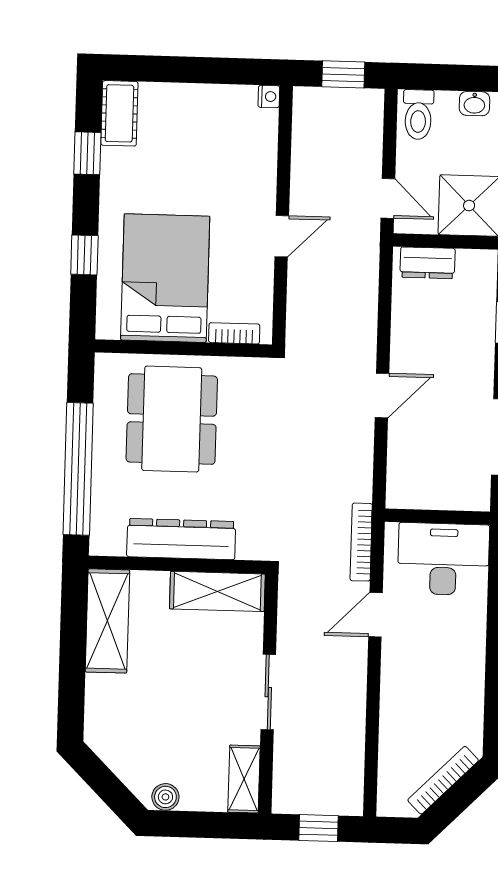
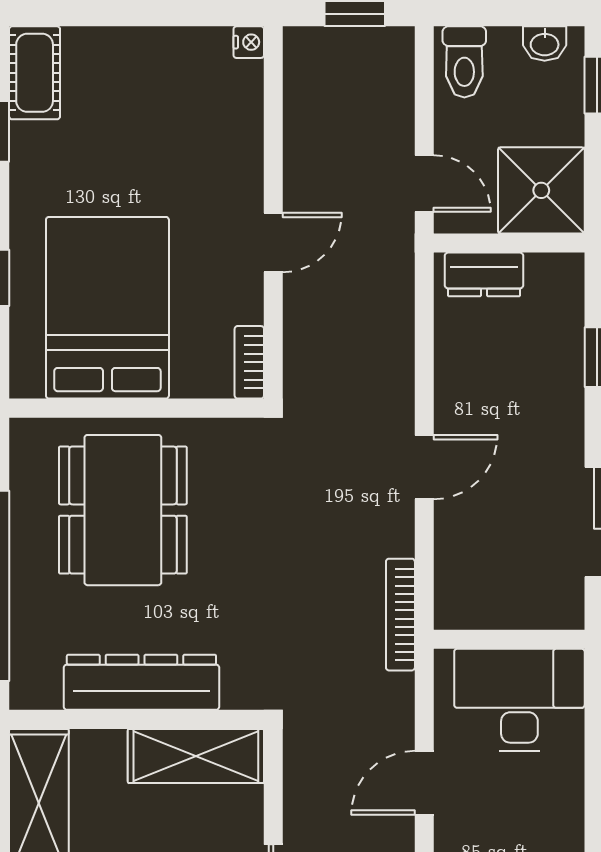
bookcase: (234, 333) -> (249, 362), moved, turned -90
bookcase: (361, 542) -> (400, 615), moved

